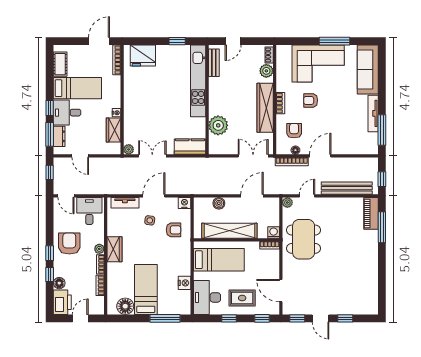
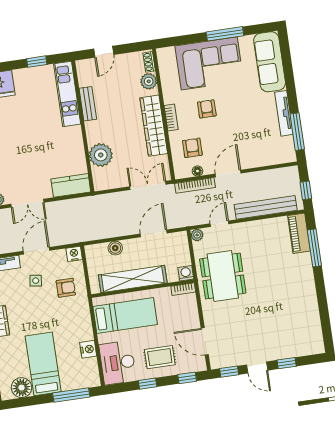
bench: (214, 63) -> (88, 104), moved
kitchen unit: (198, 81) -> (67, 94), width x0.73
armchair: (311, 100) -> (207, 109), turned 90
double door: (152, 156) -> (27, 203), swing flipped

